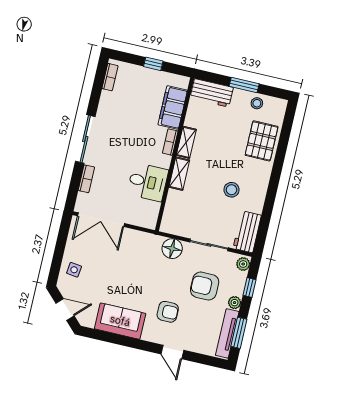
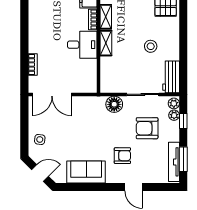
sliding door: (85, 139) -> (24, 33), removed
desk: (148, 182) -> (82, 45), moved
plant: (235, 303) -> (174, 115), moved

